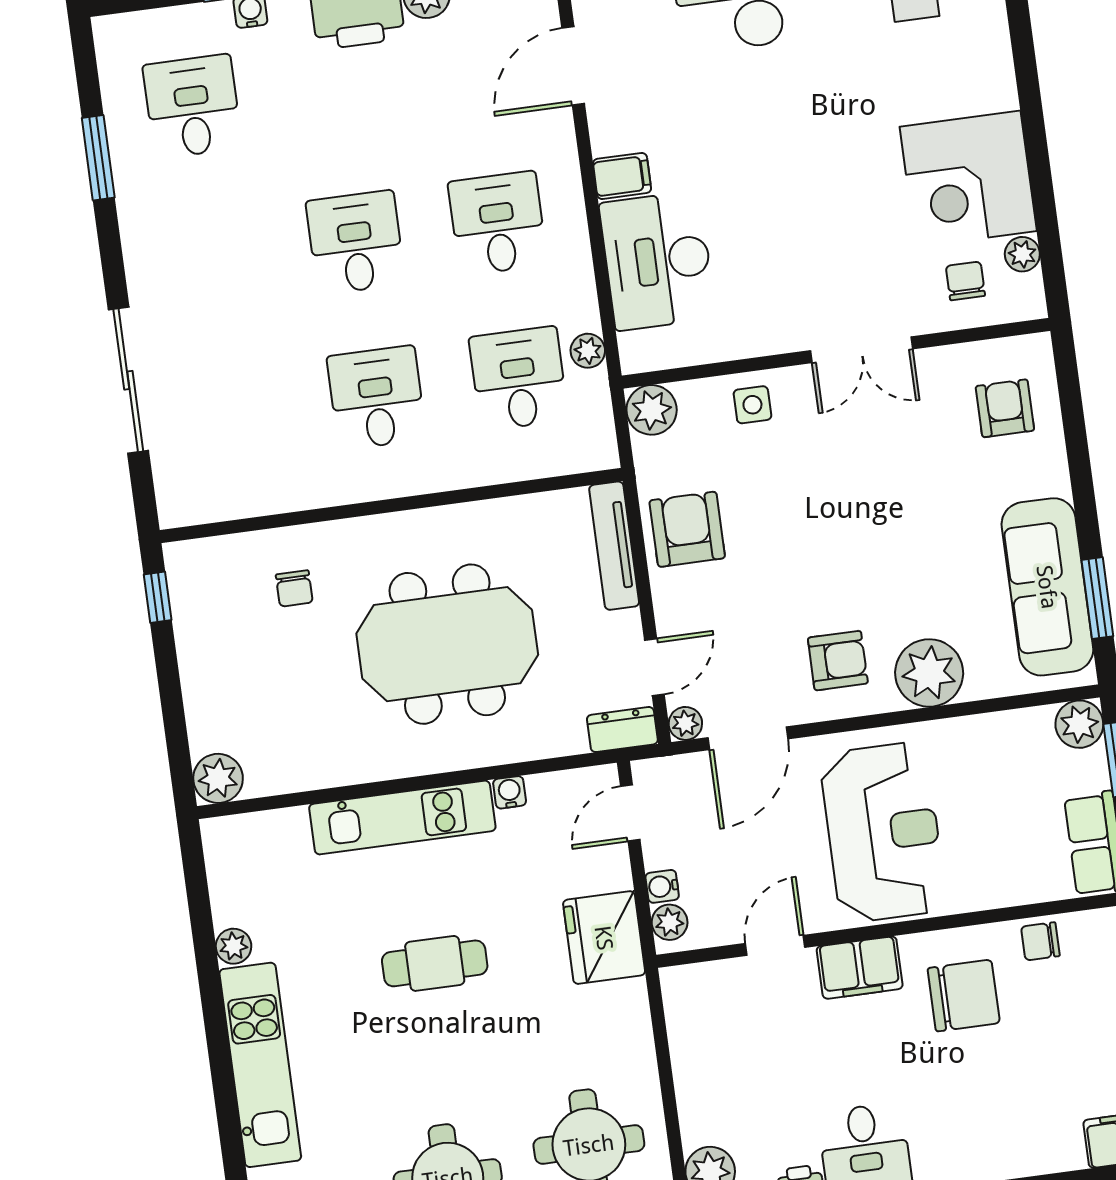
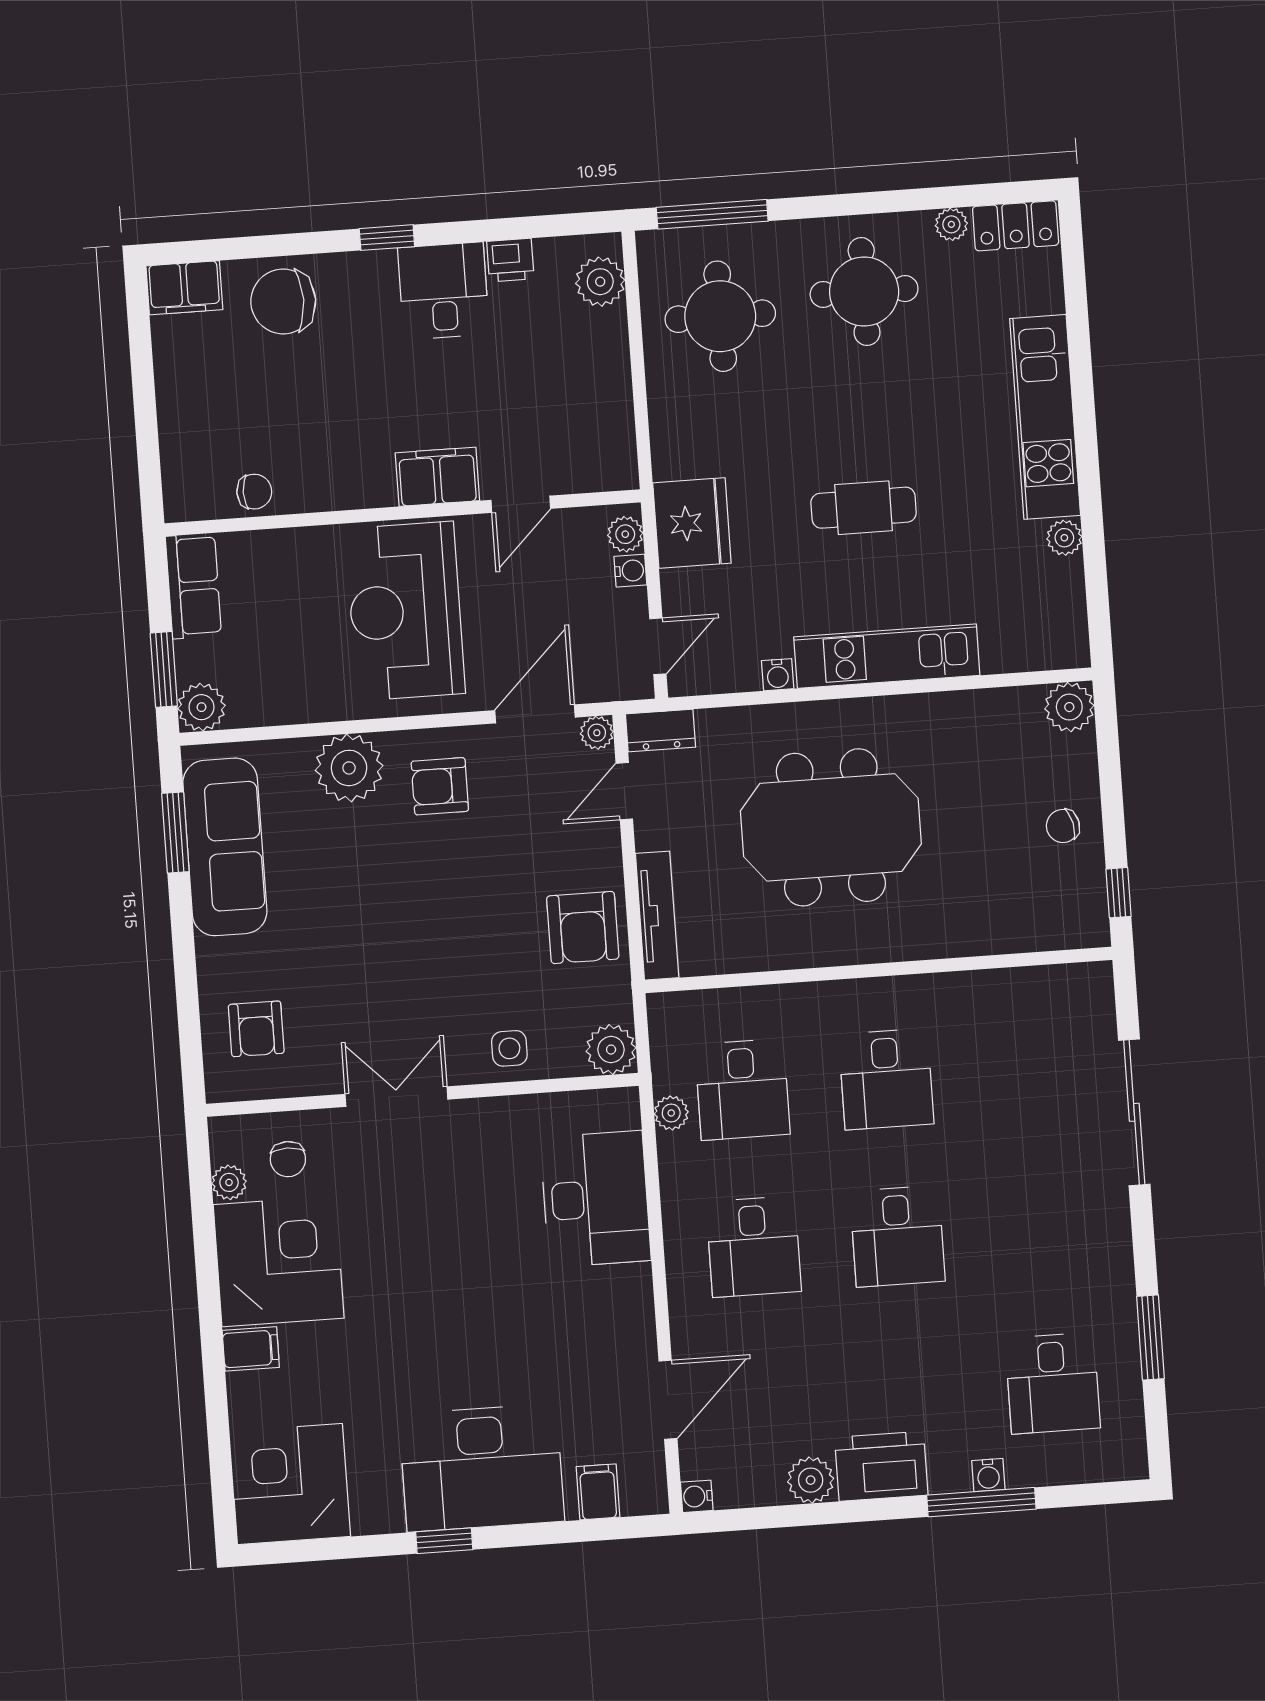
filing cabinet: (622, 176) -> (251, 1349), moved, turned 180
chair: (294, 588) -> (1063, 826), moved, turned -103
chair: (964, 996) -> (283, 301), moved

